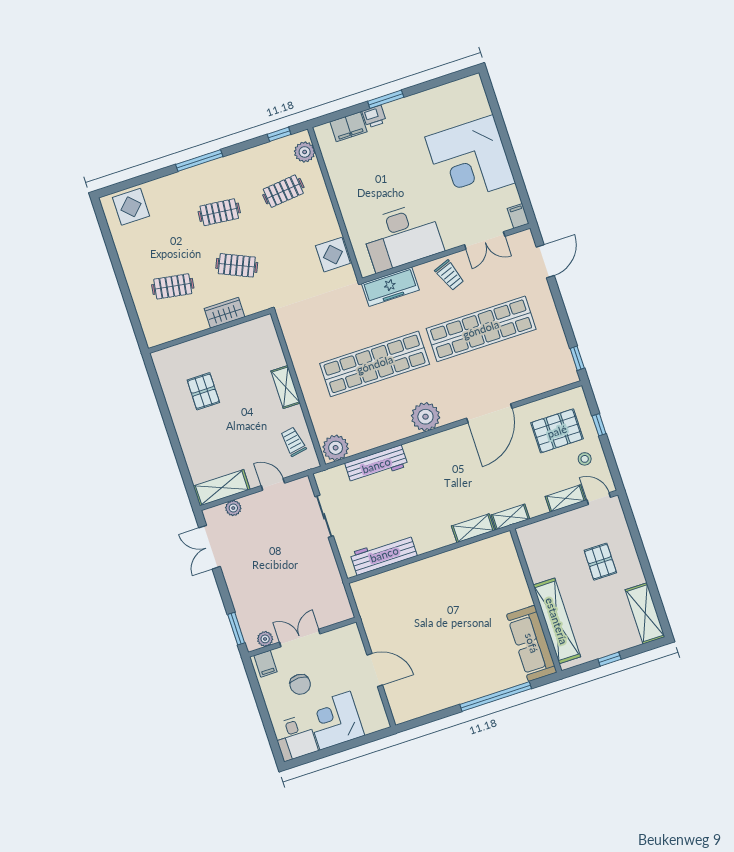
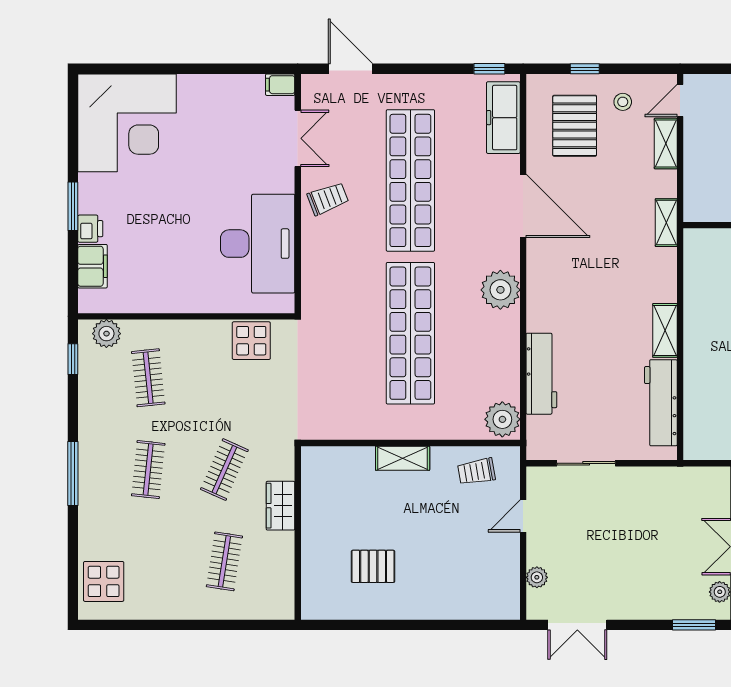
corner desk: (470, 160) -> (127, 123), moved
freezer: (390, 287) -> (503, 118), moved, turned 180
shelving: (222, 488) -> (506, 584), removed
shelving: (473, 528) -> (665, 330), moved

